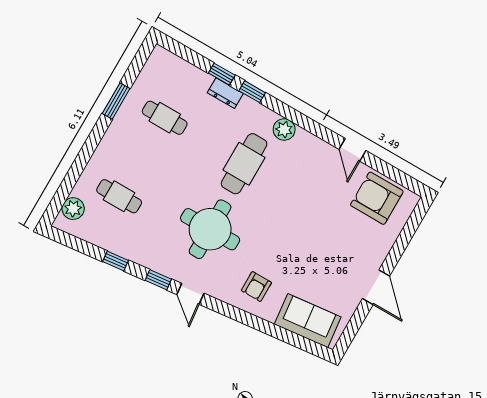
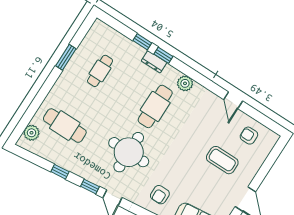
dresser: (225, 93) -> (154, 62), moved
cafe table: (165, 118) -> (100, 71), turned 90
cafe table: (119, 196) -> (65, 126), width x1.37, depth x1.35
armchair: (377, 198) -> (249, 136), width x0.53, depth x0.53
coffee table: (341, 234) -> (222, 160), added

